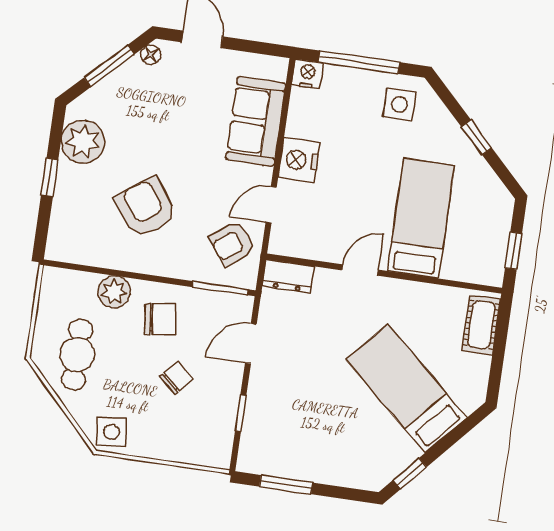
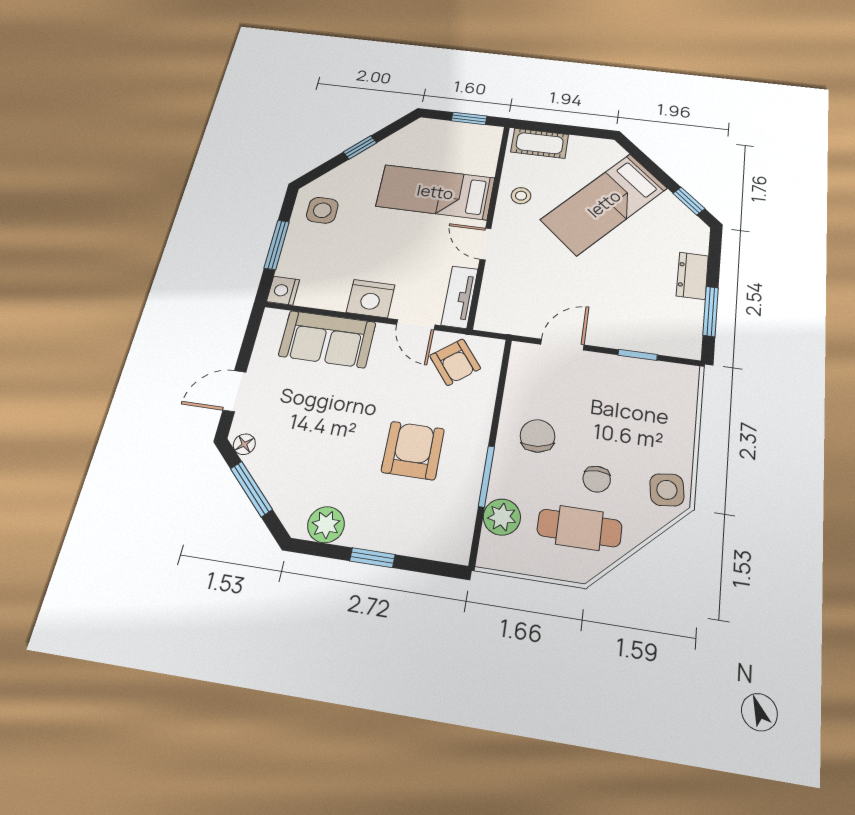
window: (359, 62) -> (277, 245), width x0.69
plant: (83, 142) -> (326, 525), width x0.73, depth x0.73
armchair: (146, 208) -> (413, 450), turned 126
tv unit: (301, 246) -> (460, 297), added
dresser: (288, 276) -> (692, 276), moved, turned 180
window: (220, 288) -> (486, 476), moved
plant: (114, 292) -> (502, 517), moved
stool: (417, 305) -> (521, 196), added
door: (251, 344) -> (562, 345), swing flipped
chair: (176, 378) -> (597, 479), moved, turned -131

